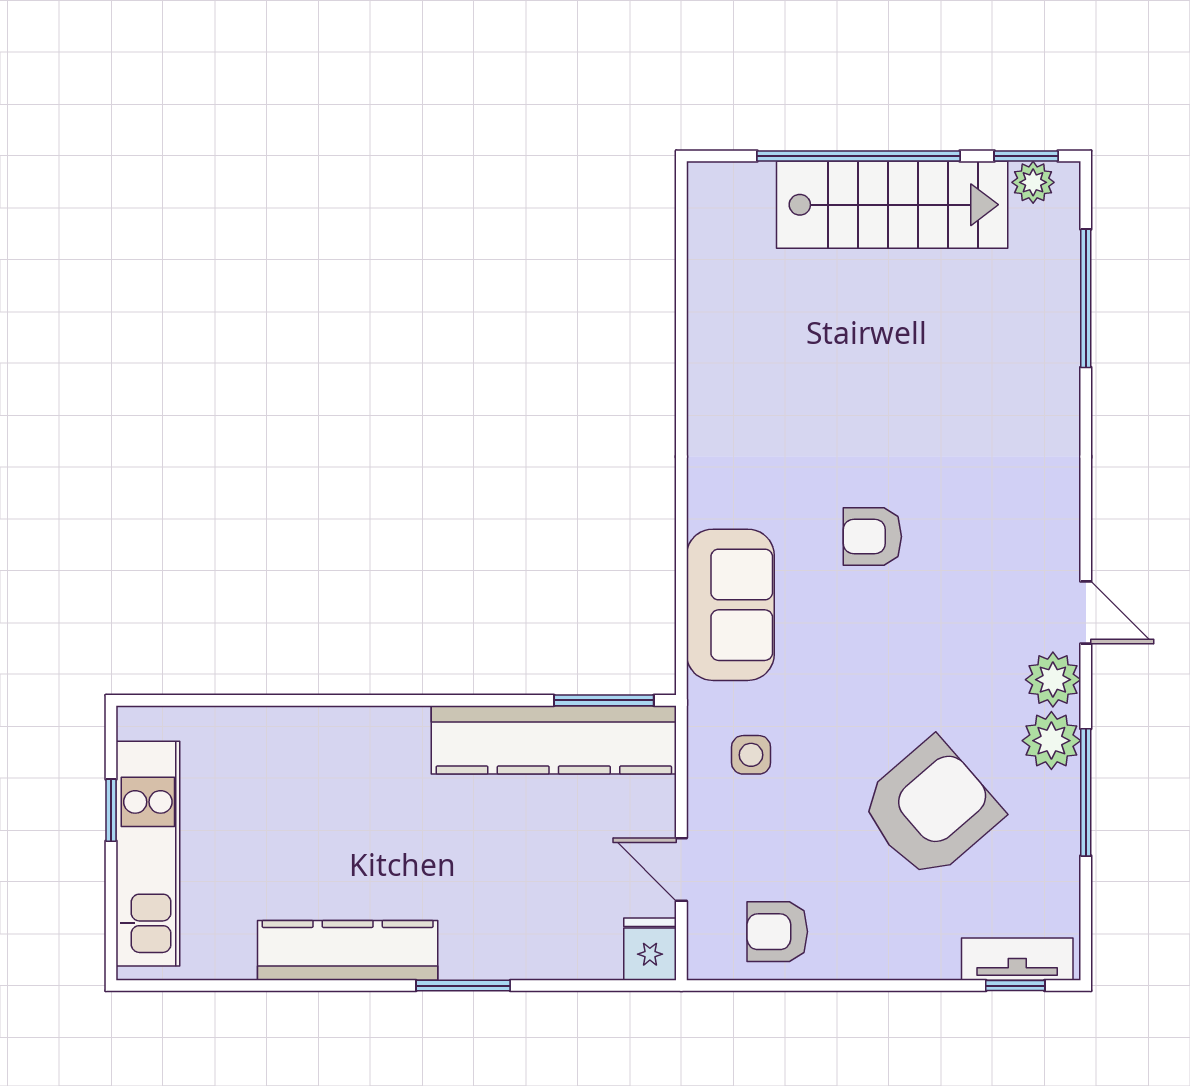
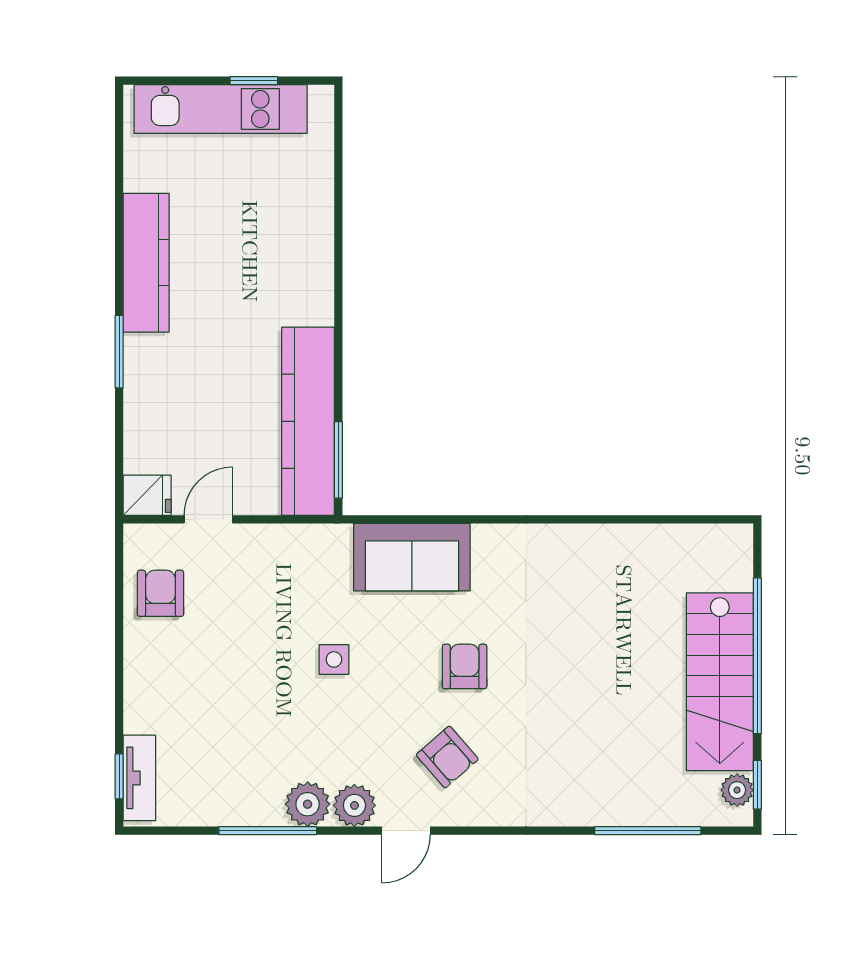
side table: (751, 755) -> (334, 659), moved
armchair: (931, 809) -> (447, 757), moved, width x0.53, depth x0.53

